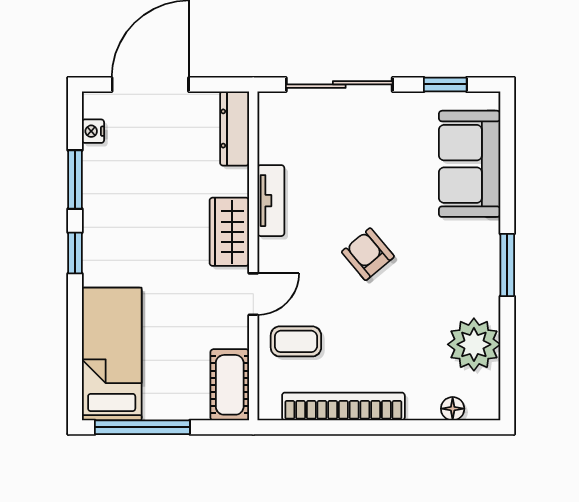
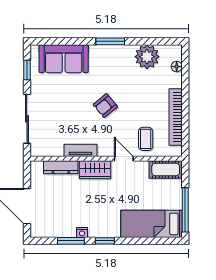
dresser: (235, 129) -> (61, 167), moved
nightstand: (93, 131) -> (82, 233), moved

